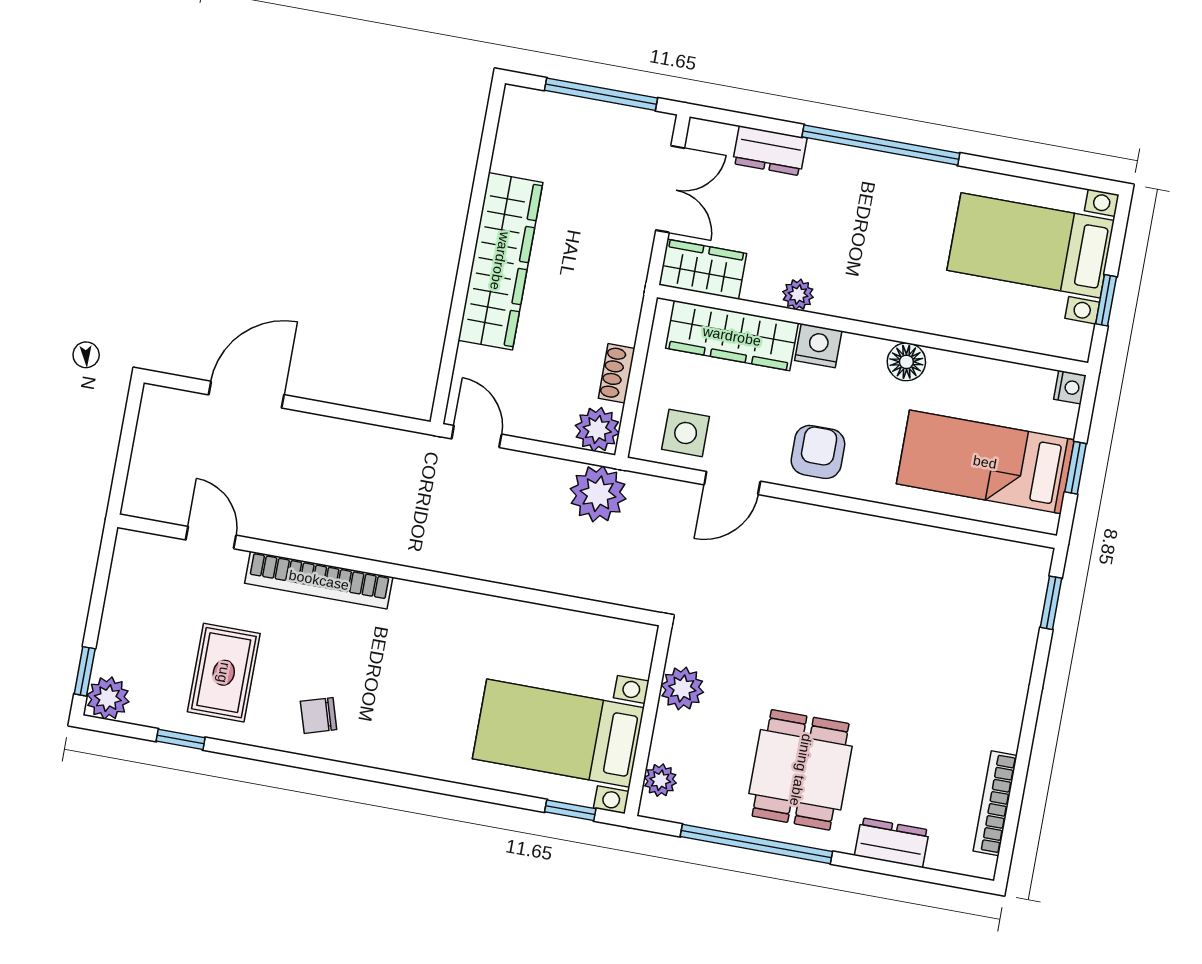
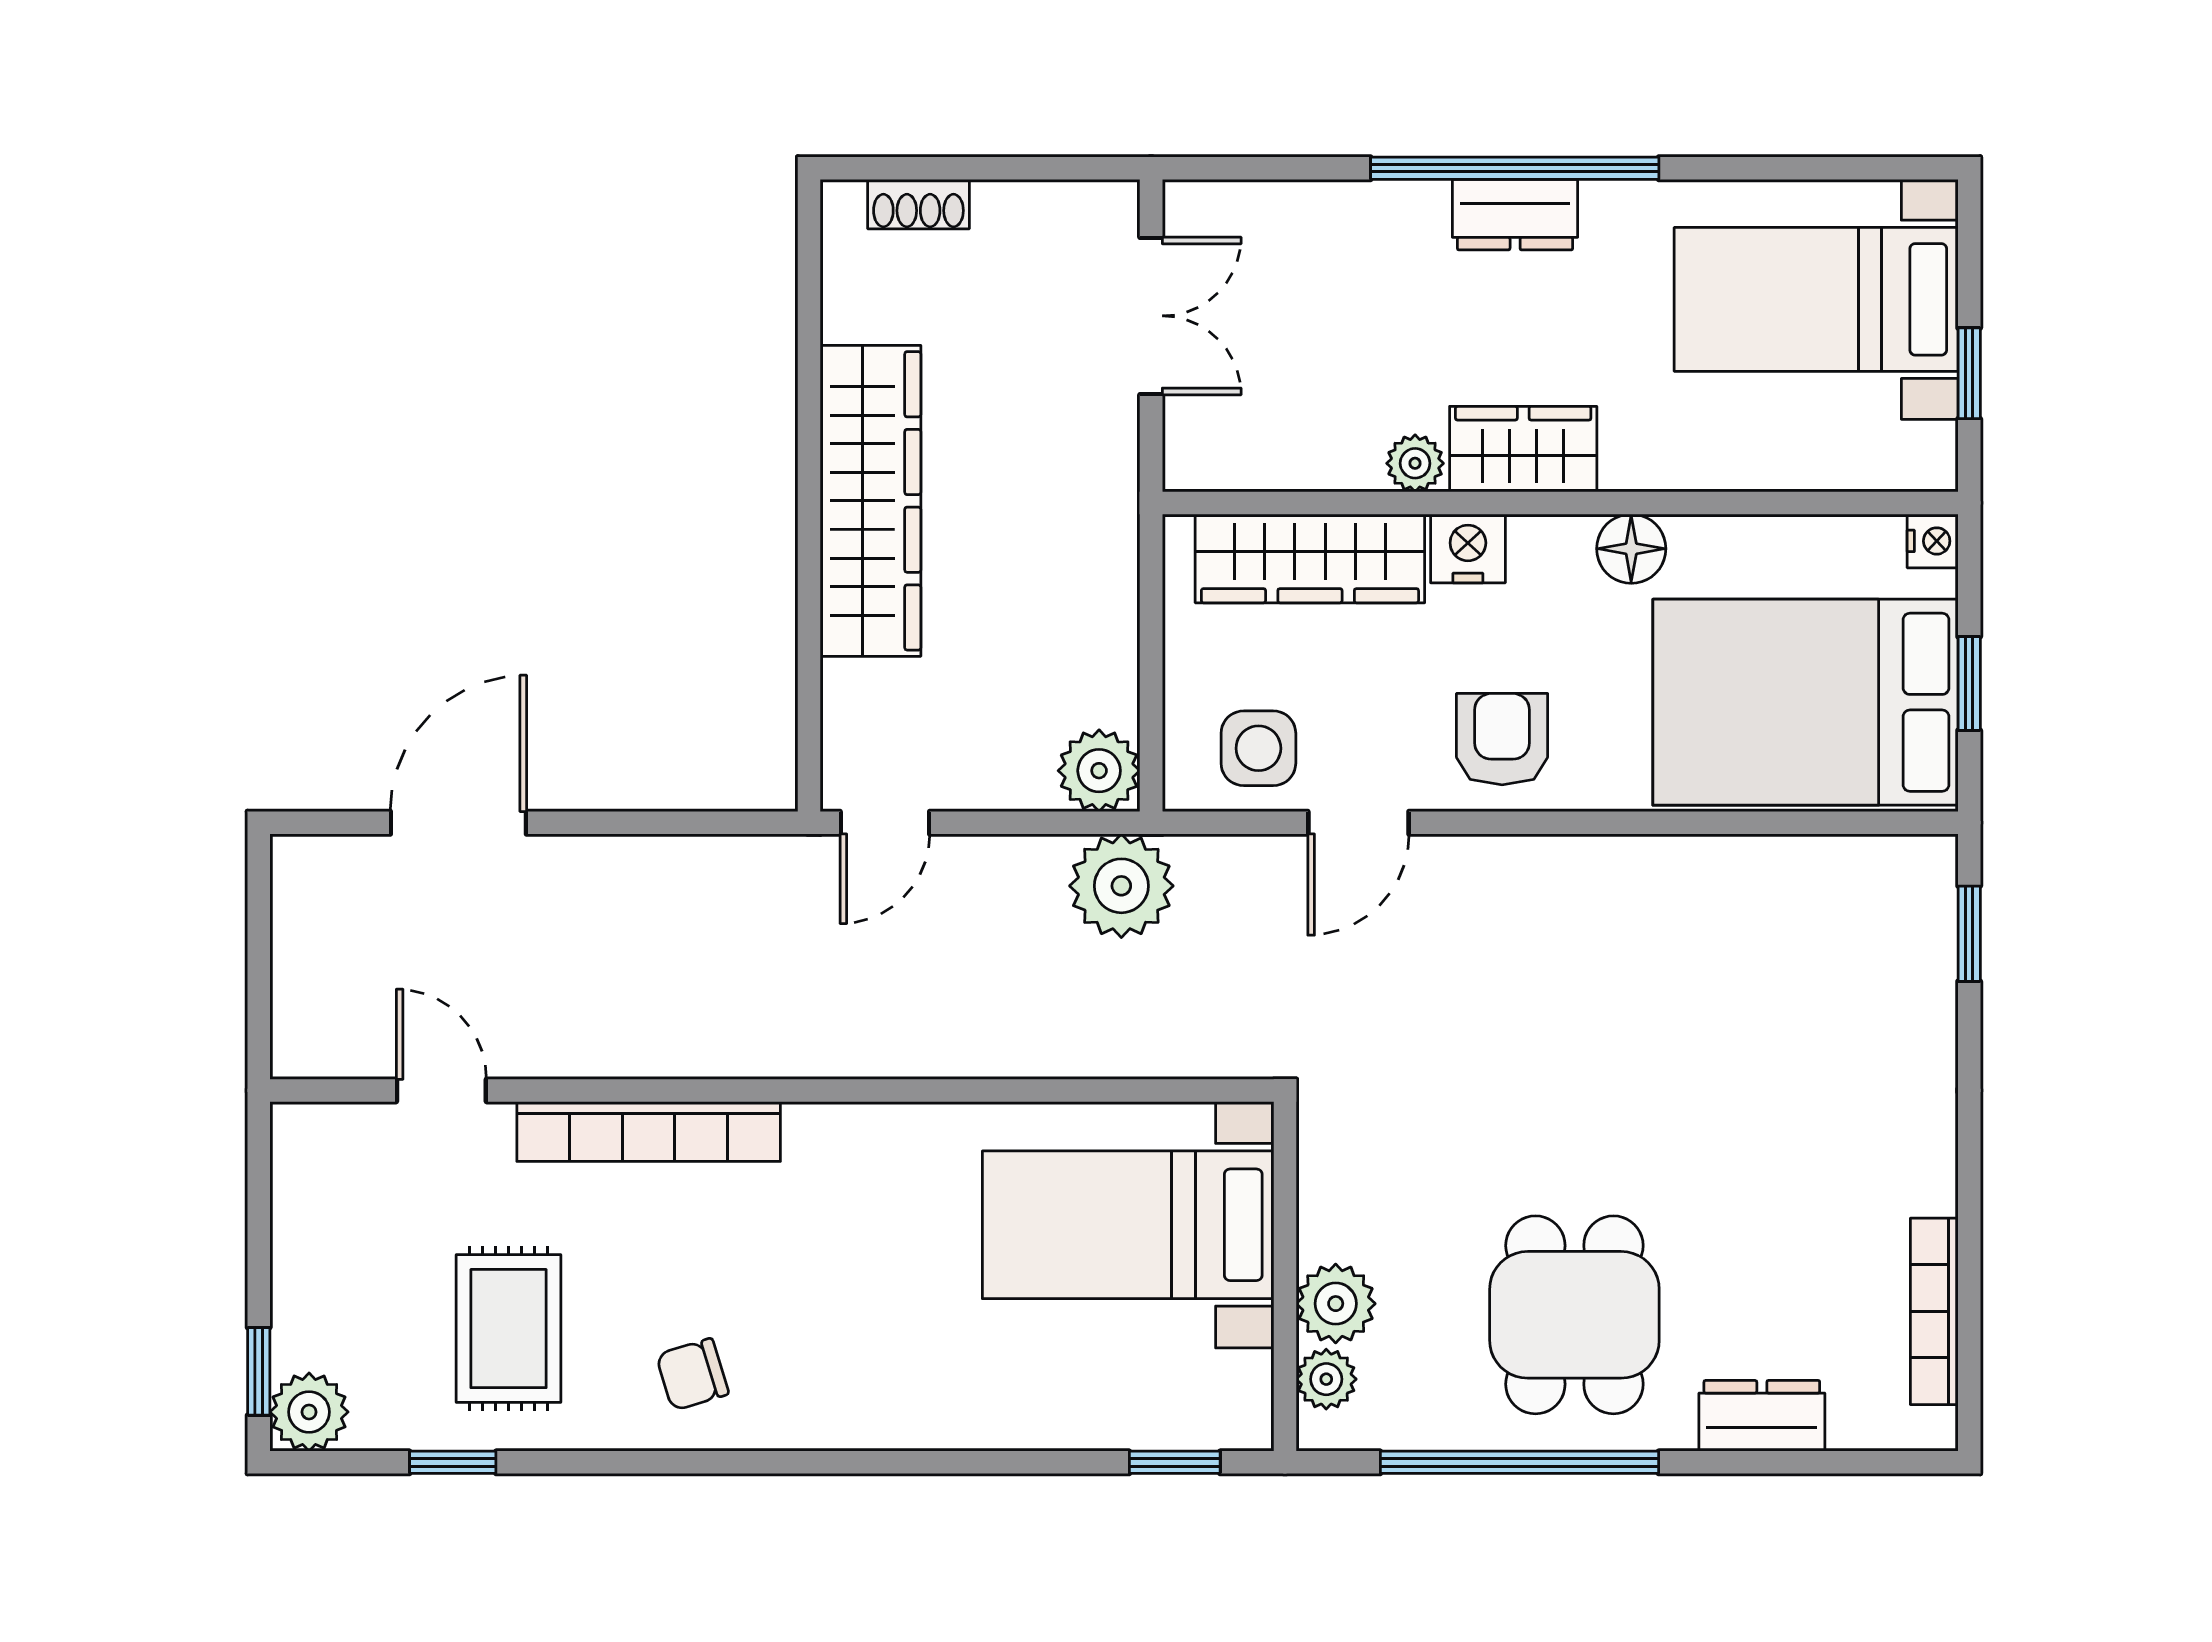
window: (601, 94) -> (996, 168), removed
dresser: (770, 151) -> (1515, 215), moved
wardrobe: (703, 269) -> (1523, 449), moved
shoe rack: (617, 373) -> (918, 204), moved, turned -90
door: (477, 437) -> (885, 823), swing flipped
bed: (985, 462) -> (1805, 702), width x1.50
plant: (682, 688) -> (1336, 1304), moved
bed with nightstands: (558, 733) -> (1128, 1225), moved

